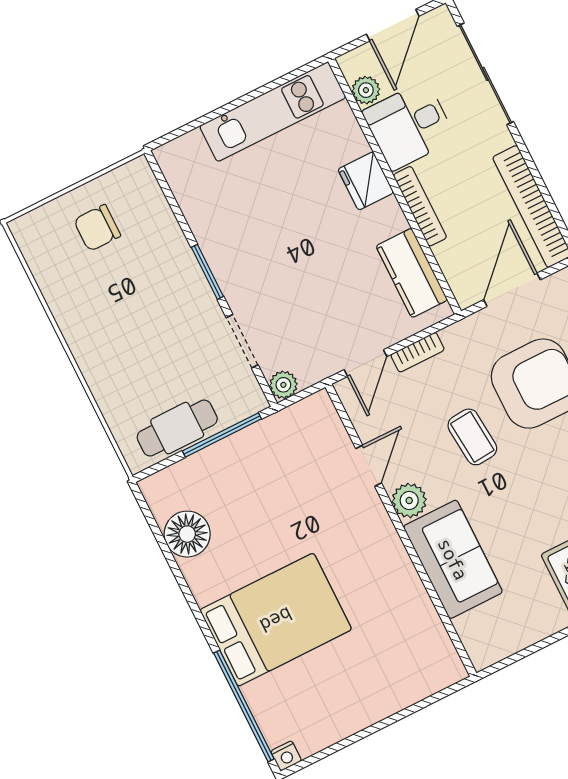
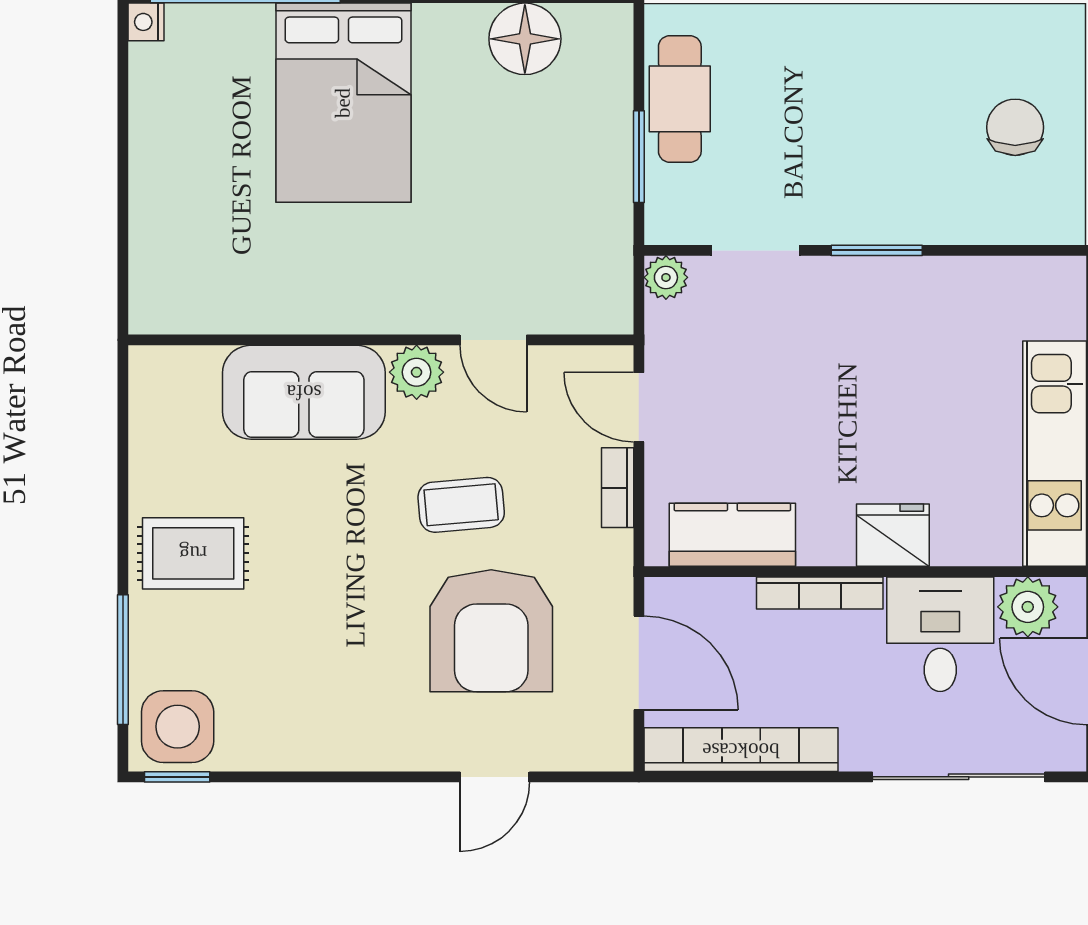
plant: (366, 90) -> (1028, 607), width x1.38, depth x1.38
window: (222, 435) -> (639, 157), width x0.69

